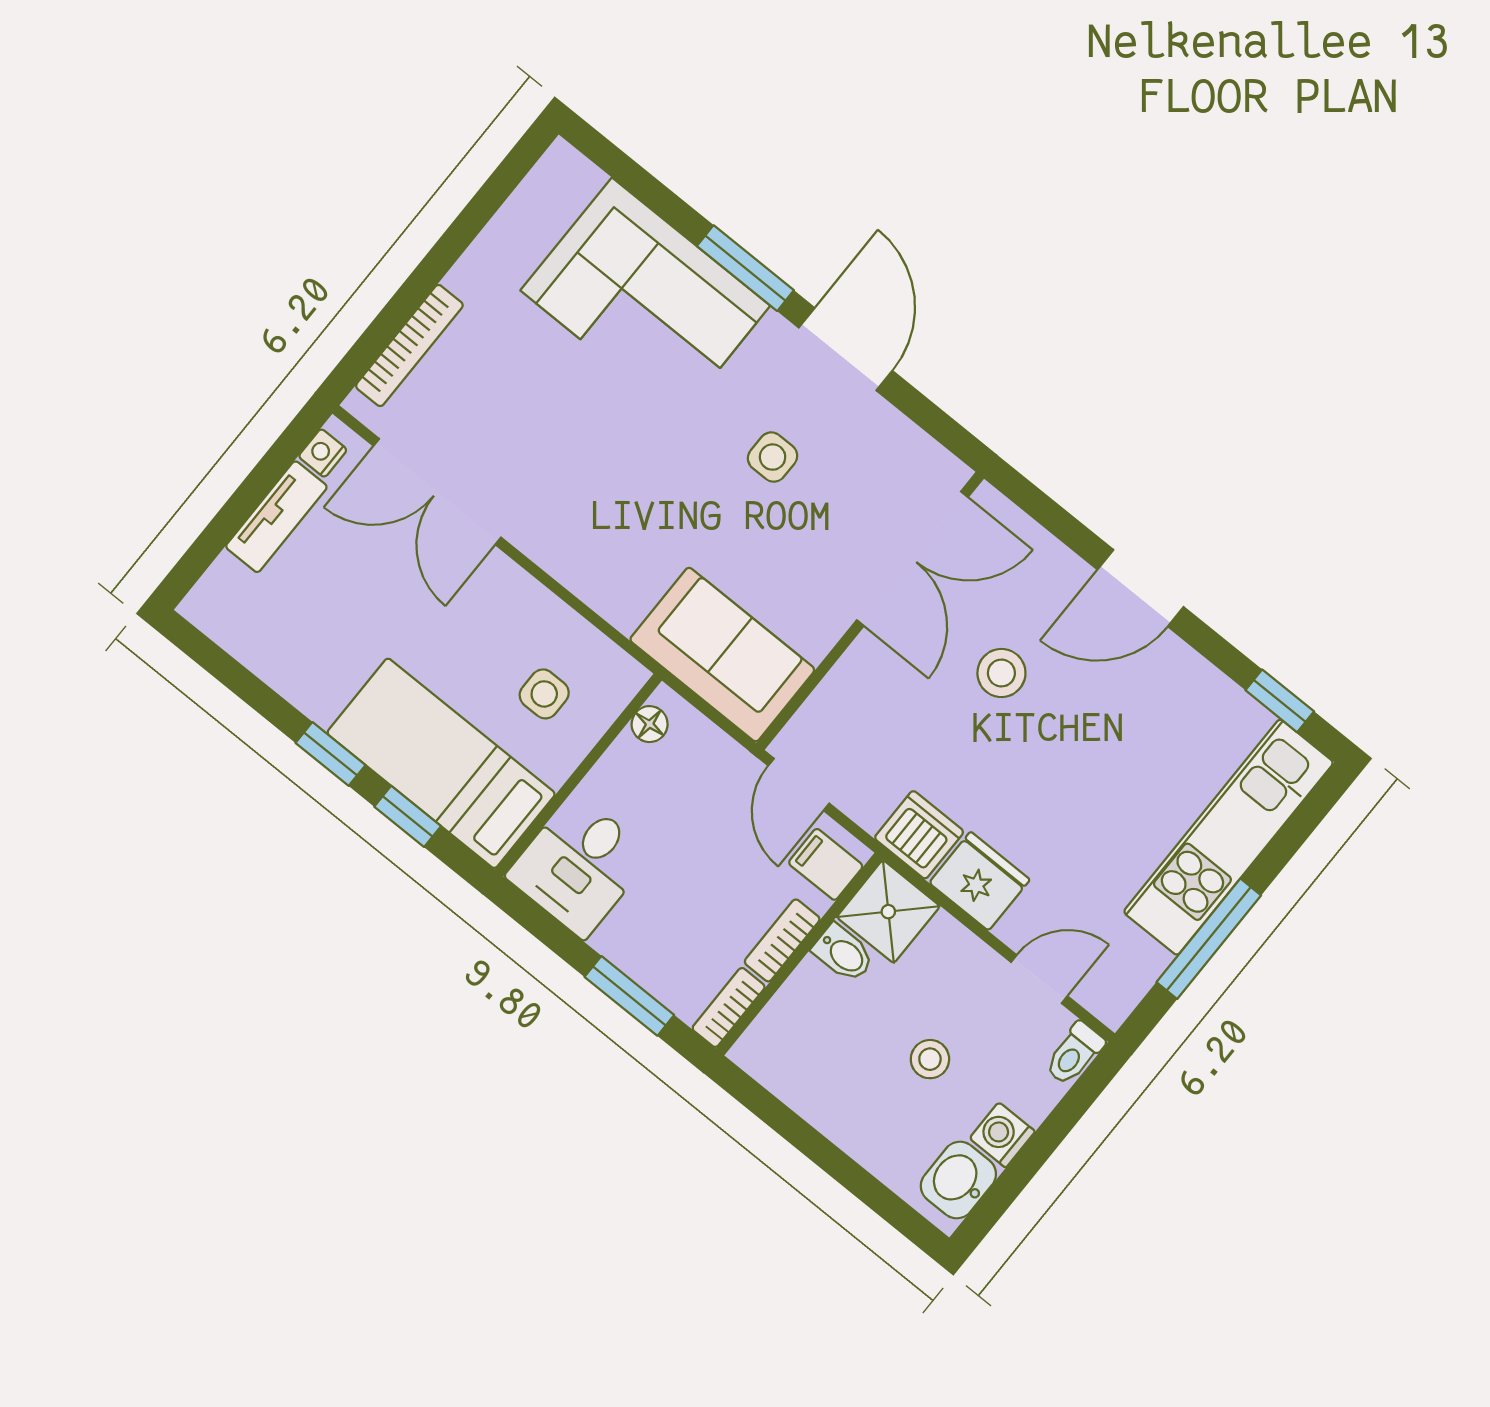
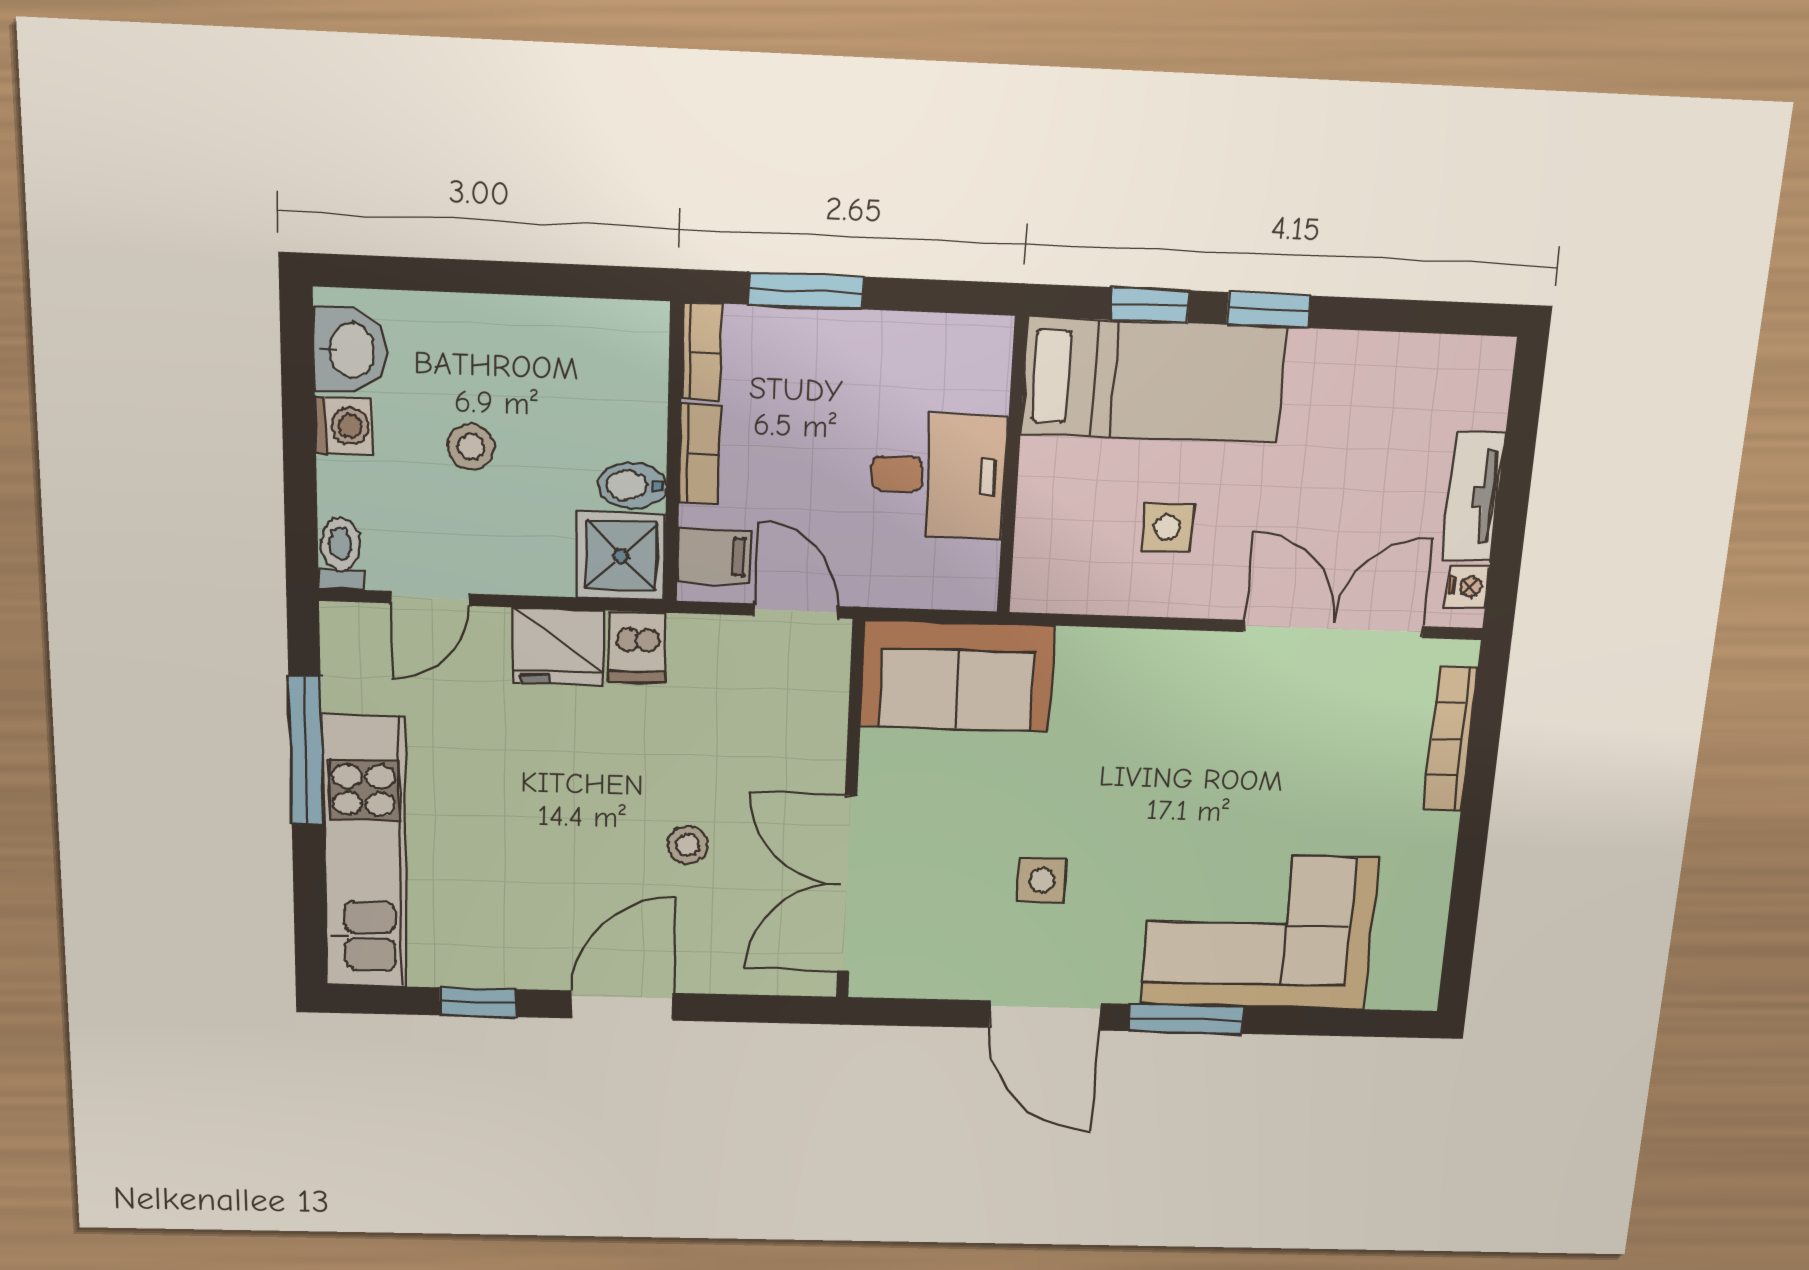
stool: (1001, 673) -> (688, 845), width x0.73, depth x0.73
side table: (544, 694) -> (1167, 527), moved
window: (1280, 701) -> (478, 1002), moved
floor lamp: (650, 724) -> (979, 563), removed
dishwasher: (919, 835) -> (637, 647), width x0.73
desk: (579, 866) -> (938, 475), moved, turned 90

